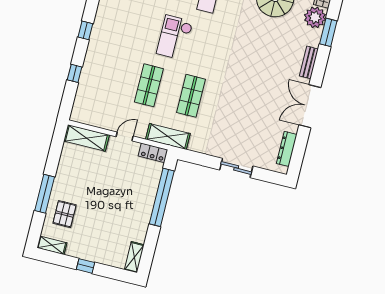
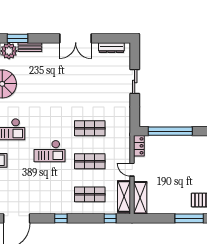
bench: (309, 62) -> (30, 47), moved
window: (75, 73) -> (110, 218), moved
shop shelf: (107, 75) -> (90, 194), added
shelving: (168, 136) -> (124, 196), moved

